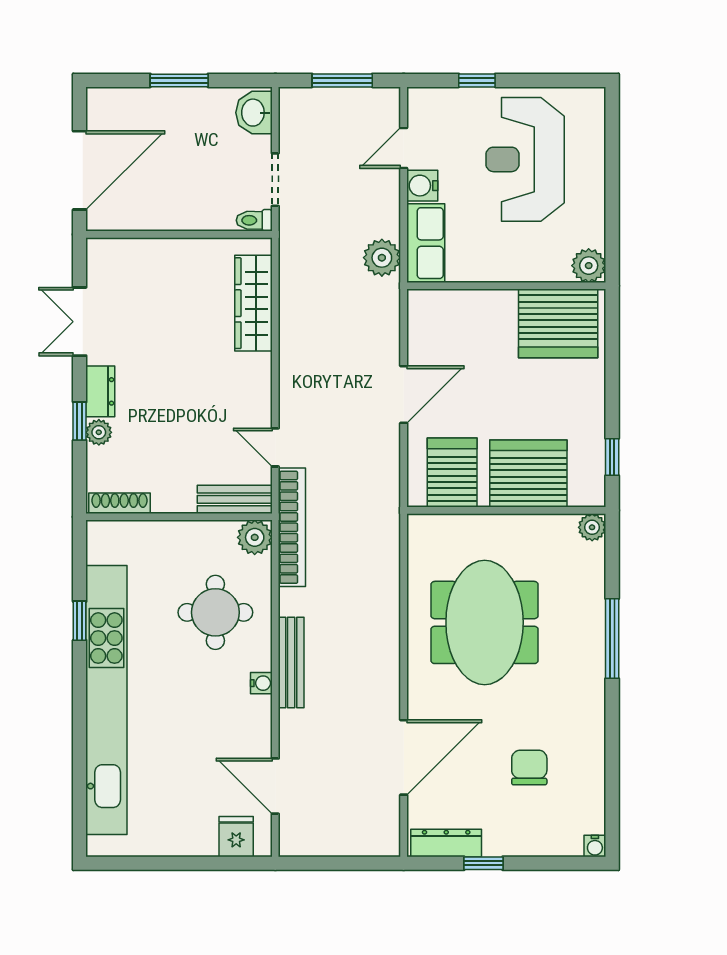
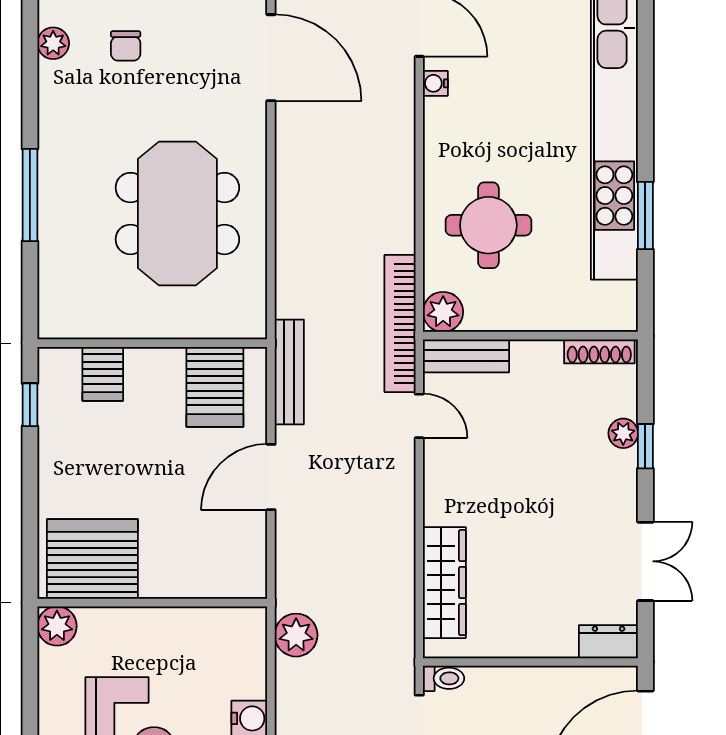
row of seats: (426, 243) -> (245, 652), removed
dresser: (100, 391) -> (608, 642), moved, turned 90
server rack: (528, 474) -> (103, 374), width x0.46, depth x0.70
plant: (592, 527) -> (53, 43), moved
window: (80, 621) -> (645, 215), width x1.50
bench: (291, 663) -> (289, 372), moved
water cooler: (261, 683) -> (435, 83), moved
door: (404, 757) -> (271, 58), swing flipped
chair: (529, 768) -> (126, 46), width x0.73, depth x0.73

